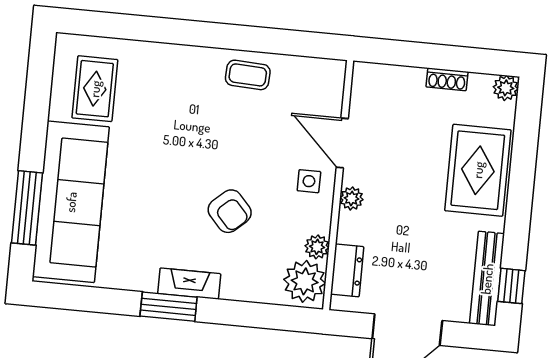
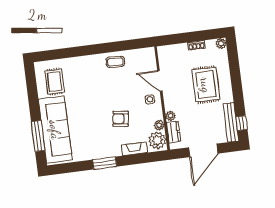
rug: (478, 170) -> (206, 85), moved
plant: (352, 198) -> (170, 116), moved
armchair: (230, 211) -> (120, 119), turned 140
fireplace: (189, 284) -> (134, 149), moved

